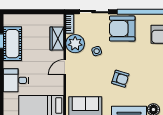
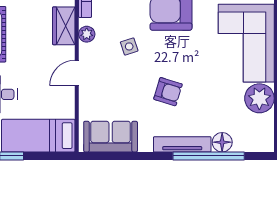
plant: (75, 44) -> (87, 34), width x0.53, depth x0.53

